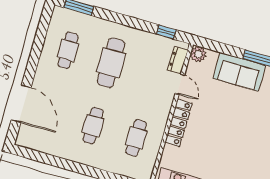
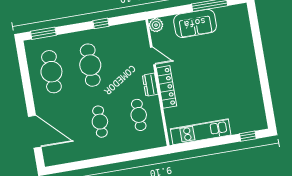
window: (166, 32) -> (101, 23), moved
cafe table: (68, 50) -> (51, 72), width x1.37, depth x1.35
dresser: (178, 60) -> (150, 85), moved

